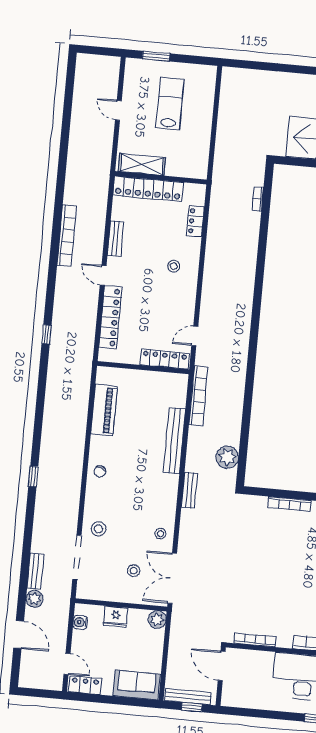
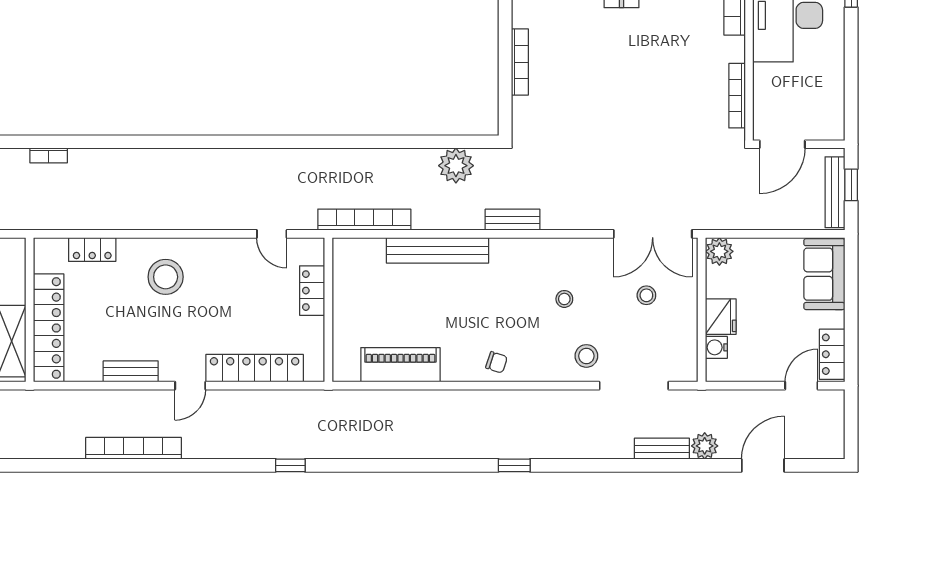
stool: (174, 266) -> (166, 277), width x1.89, depth x1.89
locker: (165, 359) -> (312, 291), width x0.66
stool: (160, 534) -> (564, 299), moved
water cooler: (80, 622) -> (716, 347), moved, turned 90

